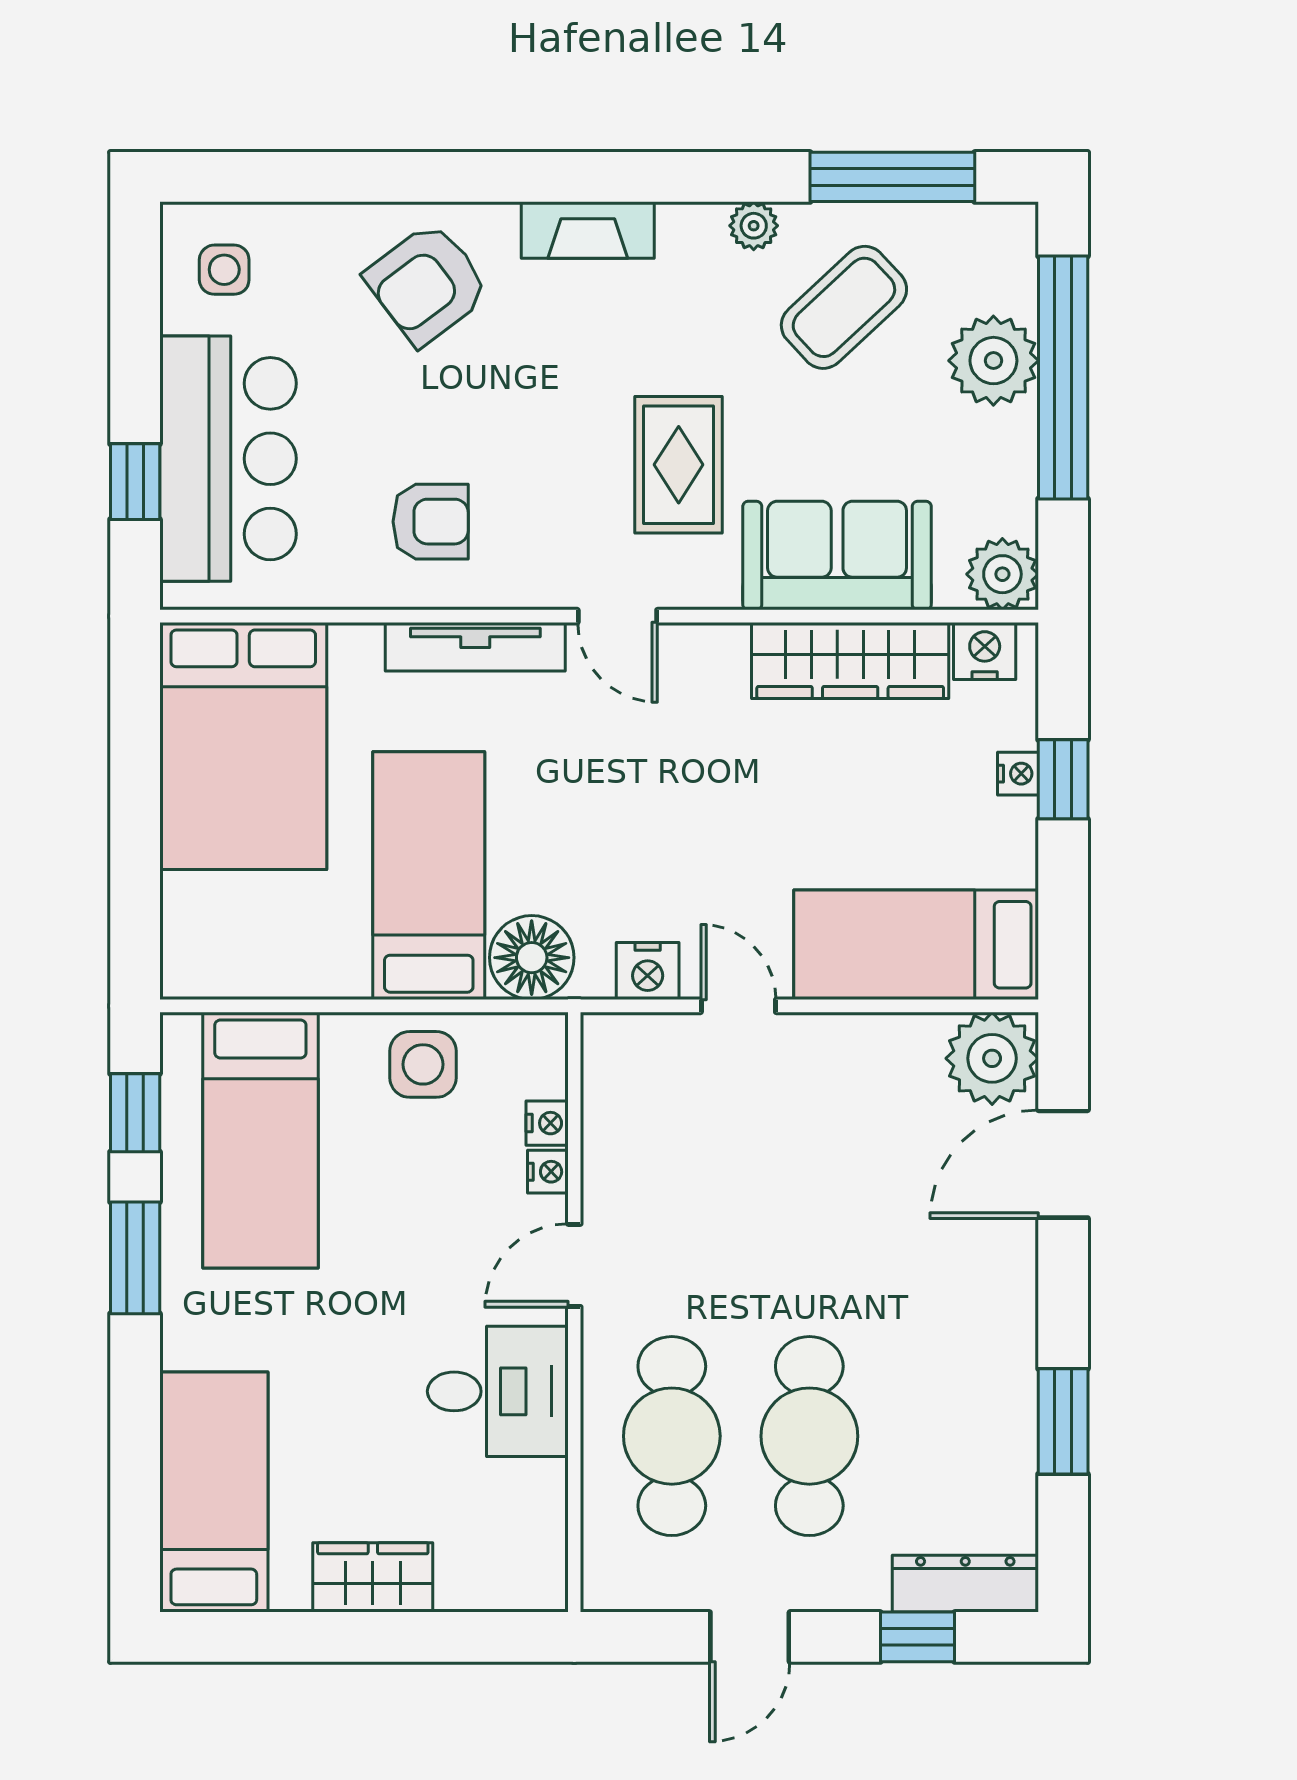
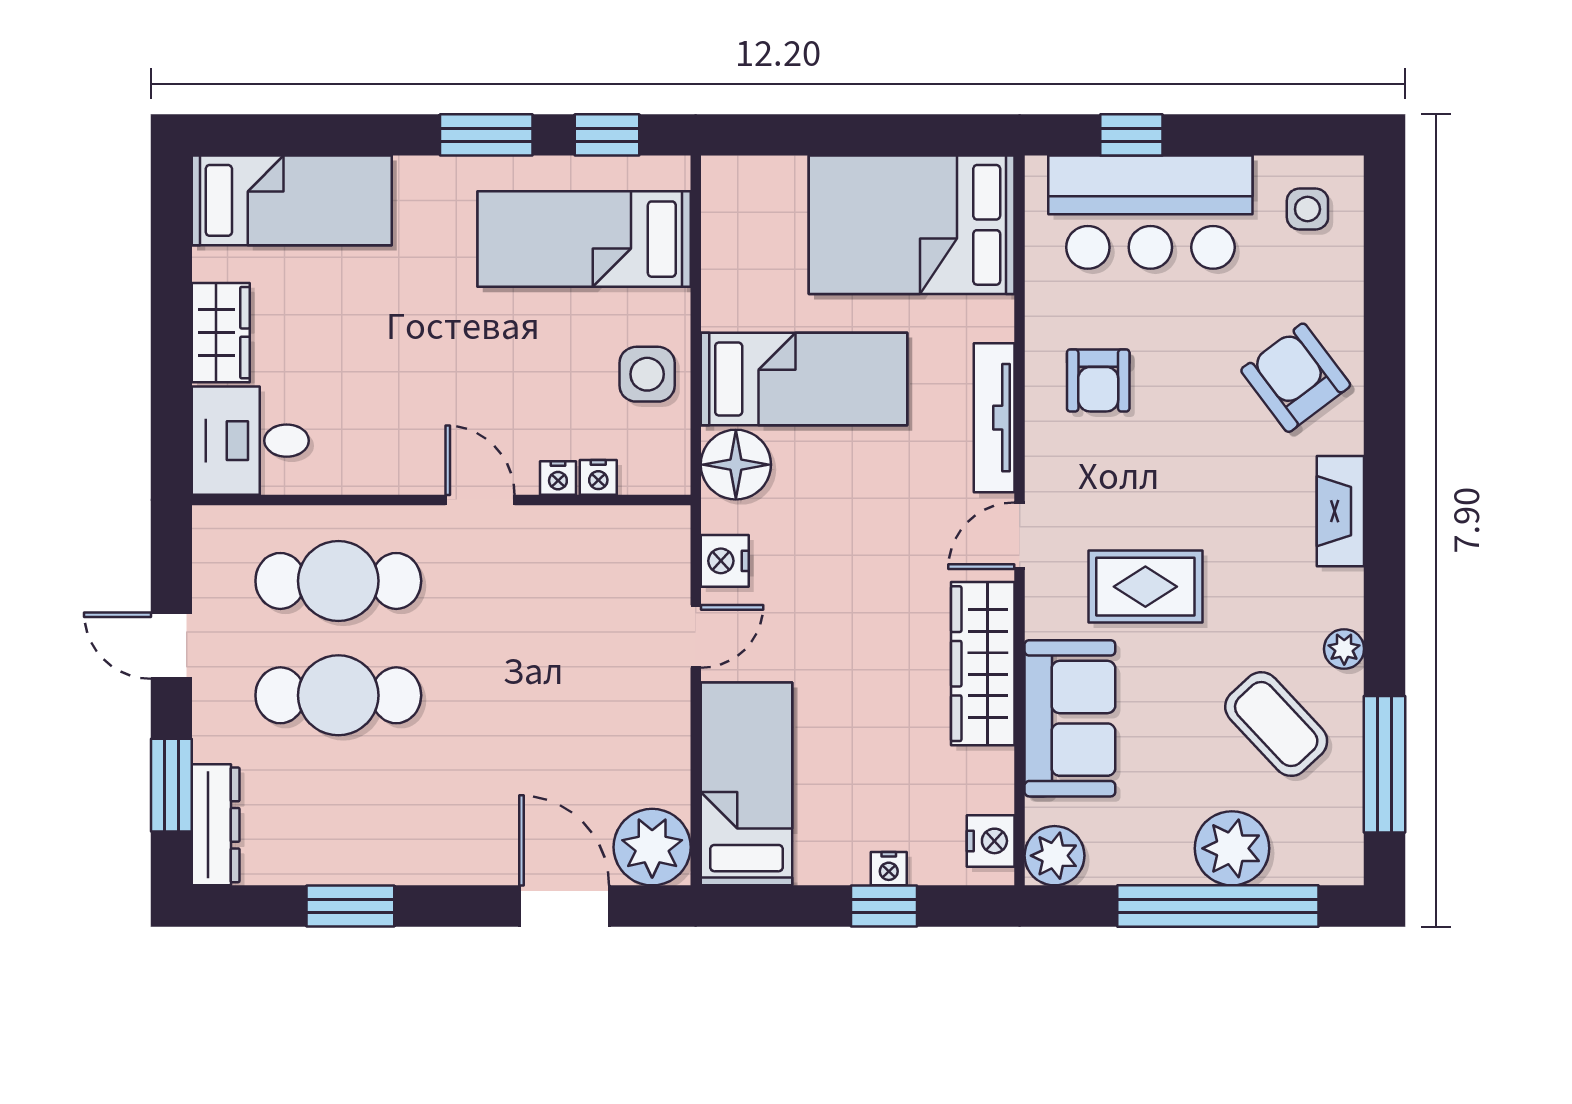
wardrobe: (850, 660) -> (983, 664), moved
desk: (498, 1391) -> (250, 441), moved, turned 90
window: (917, 1637) -> (171, 785), width x1.50

